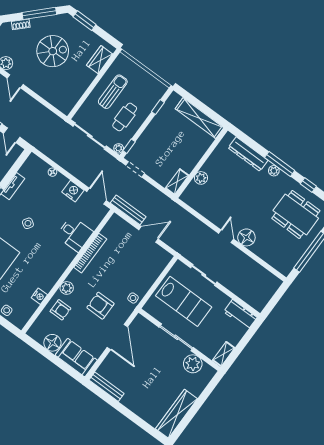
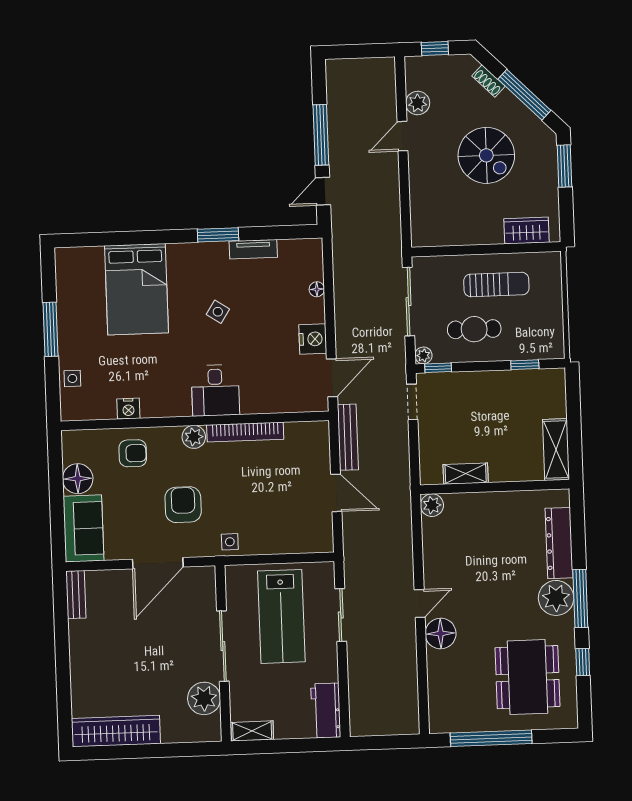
shelving: (199, 118) -> (556, 450), width x0.68
plant: (274, 171) -> (556, 598), width x1.88, depth x1.88
plant: (201, 178) -> (432, 505), moved
shelving: (177, 182) -> (466, 474), moved
desk: (75, 234) -> (215, 390), moved
plant: (67, 288) -> (194, 437), moved
armchair: (60, 310) -> (133, 453), turned -90
bench: (107, 387) -> (76, 595), width x0.73

